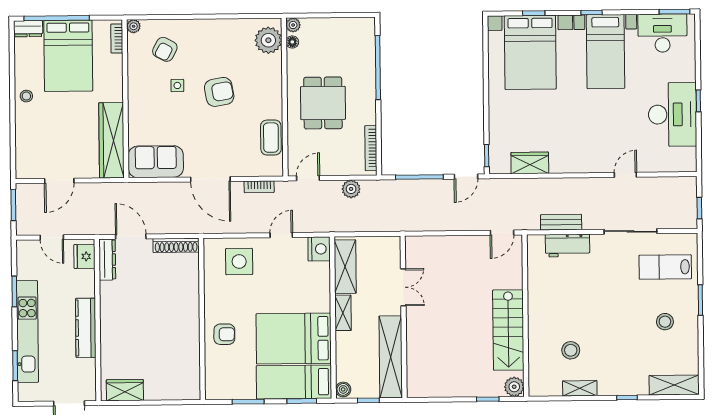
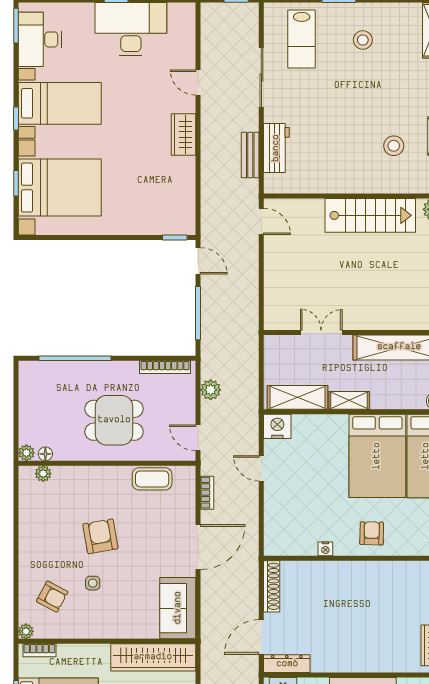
plant: (268, 40) -> (43, 474), width x0.53, depth x0.53
wardrobe: (530, 163) -> (184, 134), moved
side table: (239, 262) -> (291, 516), removed
nightstand: (210, 293) -> (325, 549), added

